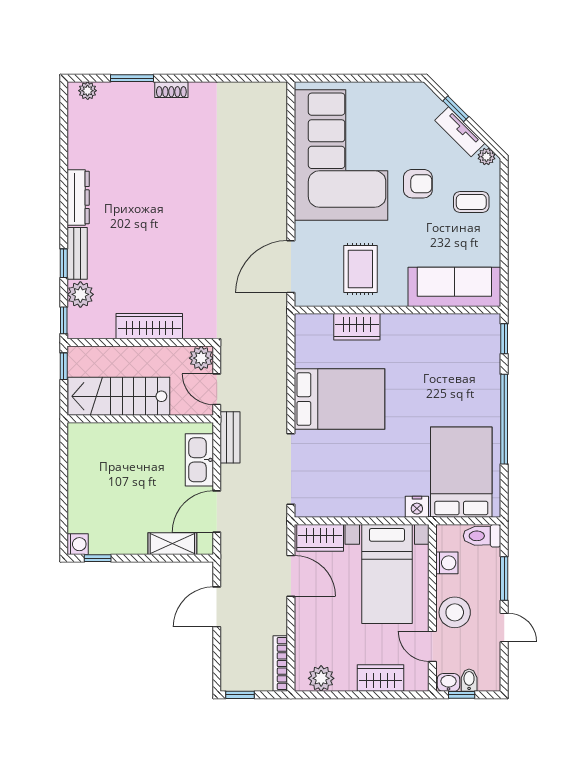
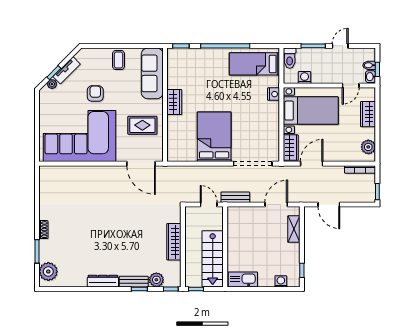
plant: (88, 91) -> (48, 272), width x1.87, depth x1.87
plant: (486, 157) -> (52, 84), moved
coffee table: (471, 202) -> (118, 60), moved
wardrobe: (357, 327) -> (174, 102), moved
plant: (201, 358) -> (191, 213), removed
door: (217, 389) -> (209, 205), swing flipped
kitchen sink: (199, 460) -> (243, 279), moved, turned 180
bed: (461, 472) -> (254, 64), width x0.67
door: (217, 512) -> (276, 205), swing flipped
washing machine: (78, 544) -> (281, 281), moved
stool: (455, 612) -> (332, 73), removed

